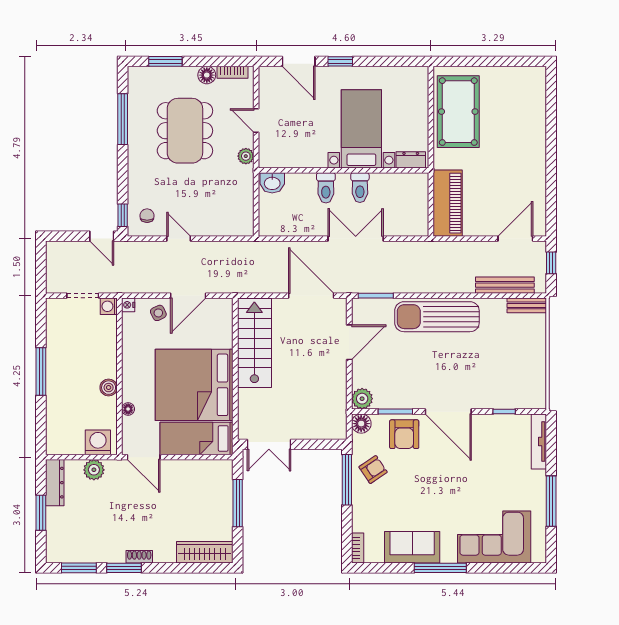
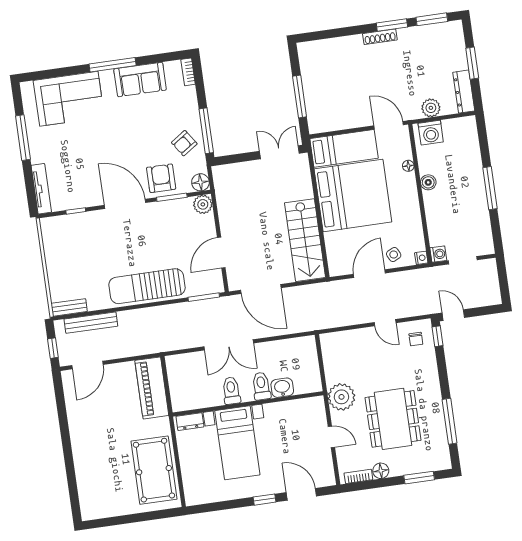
plant: (246, 156) -> (341, 397), width x1.87, depth x1.87
washbasin: (272, 183) -> (282, 388), moved
sun lounger: (437, 317) -> (147, 286), turned 180
wardrobe: (205, 552) -> (322, 49), removed
shoe rack: (139, 557) -> (380, 37), width x1.43

